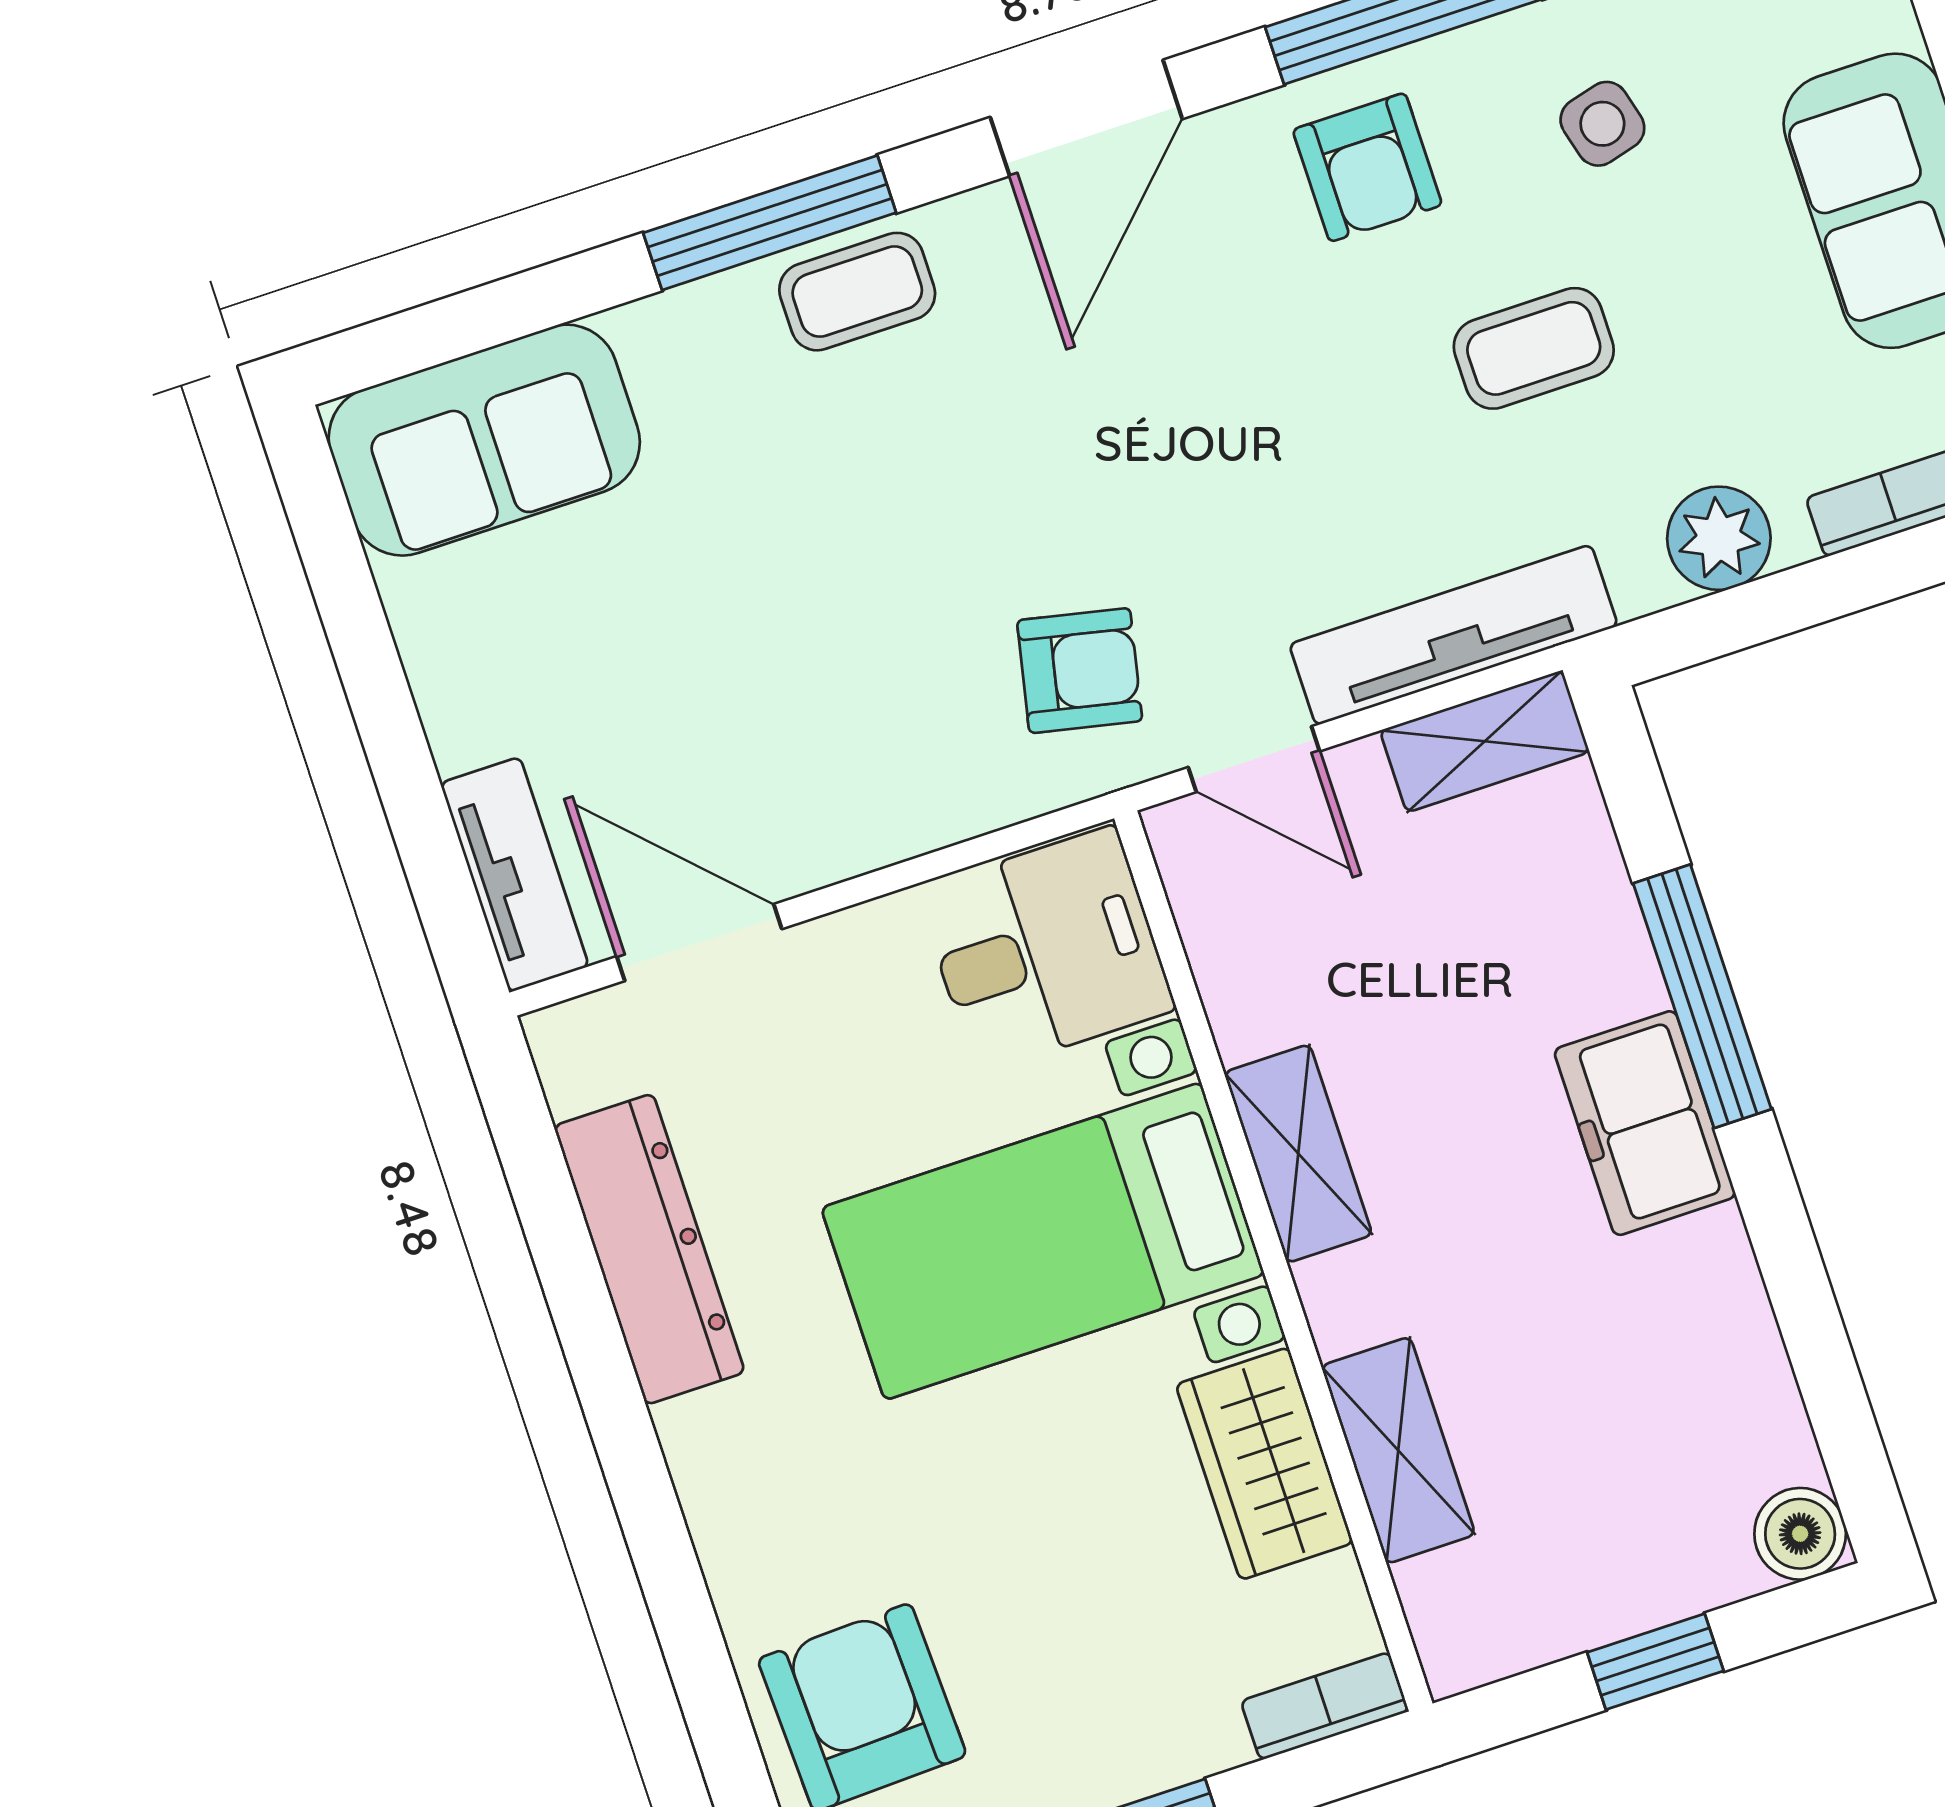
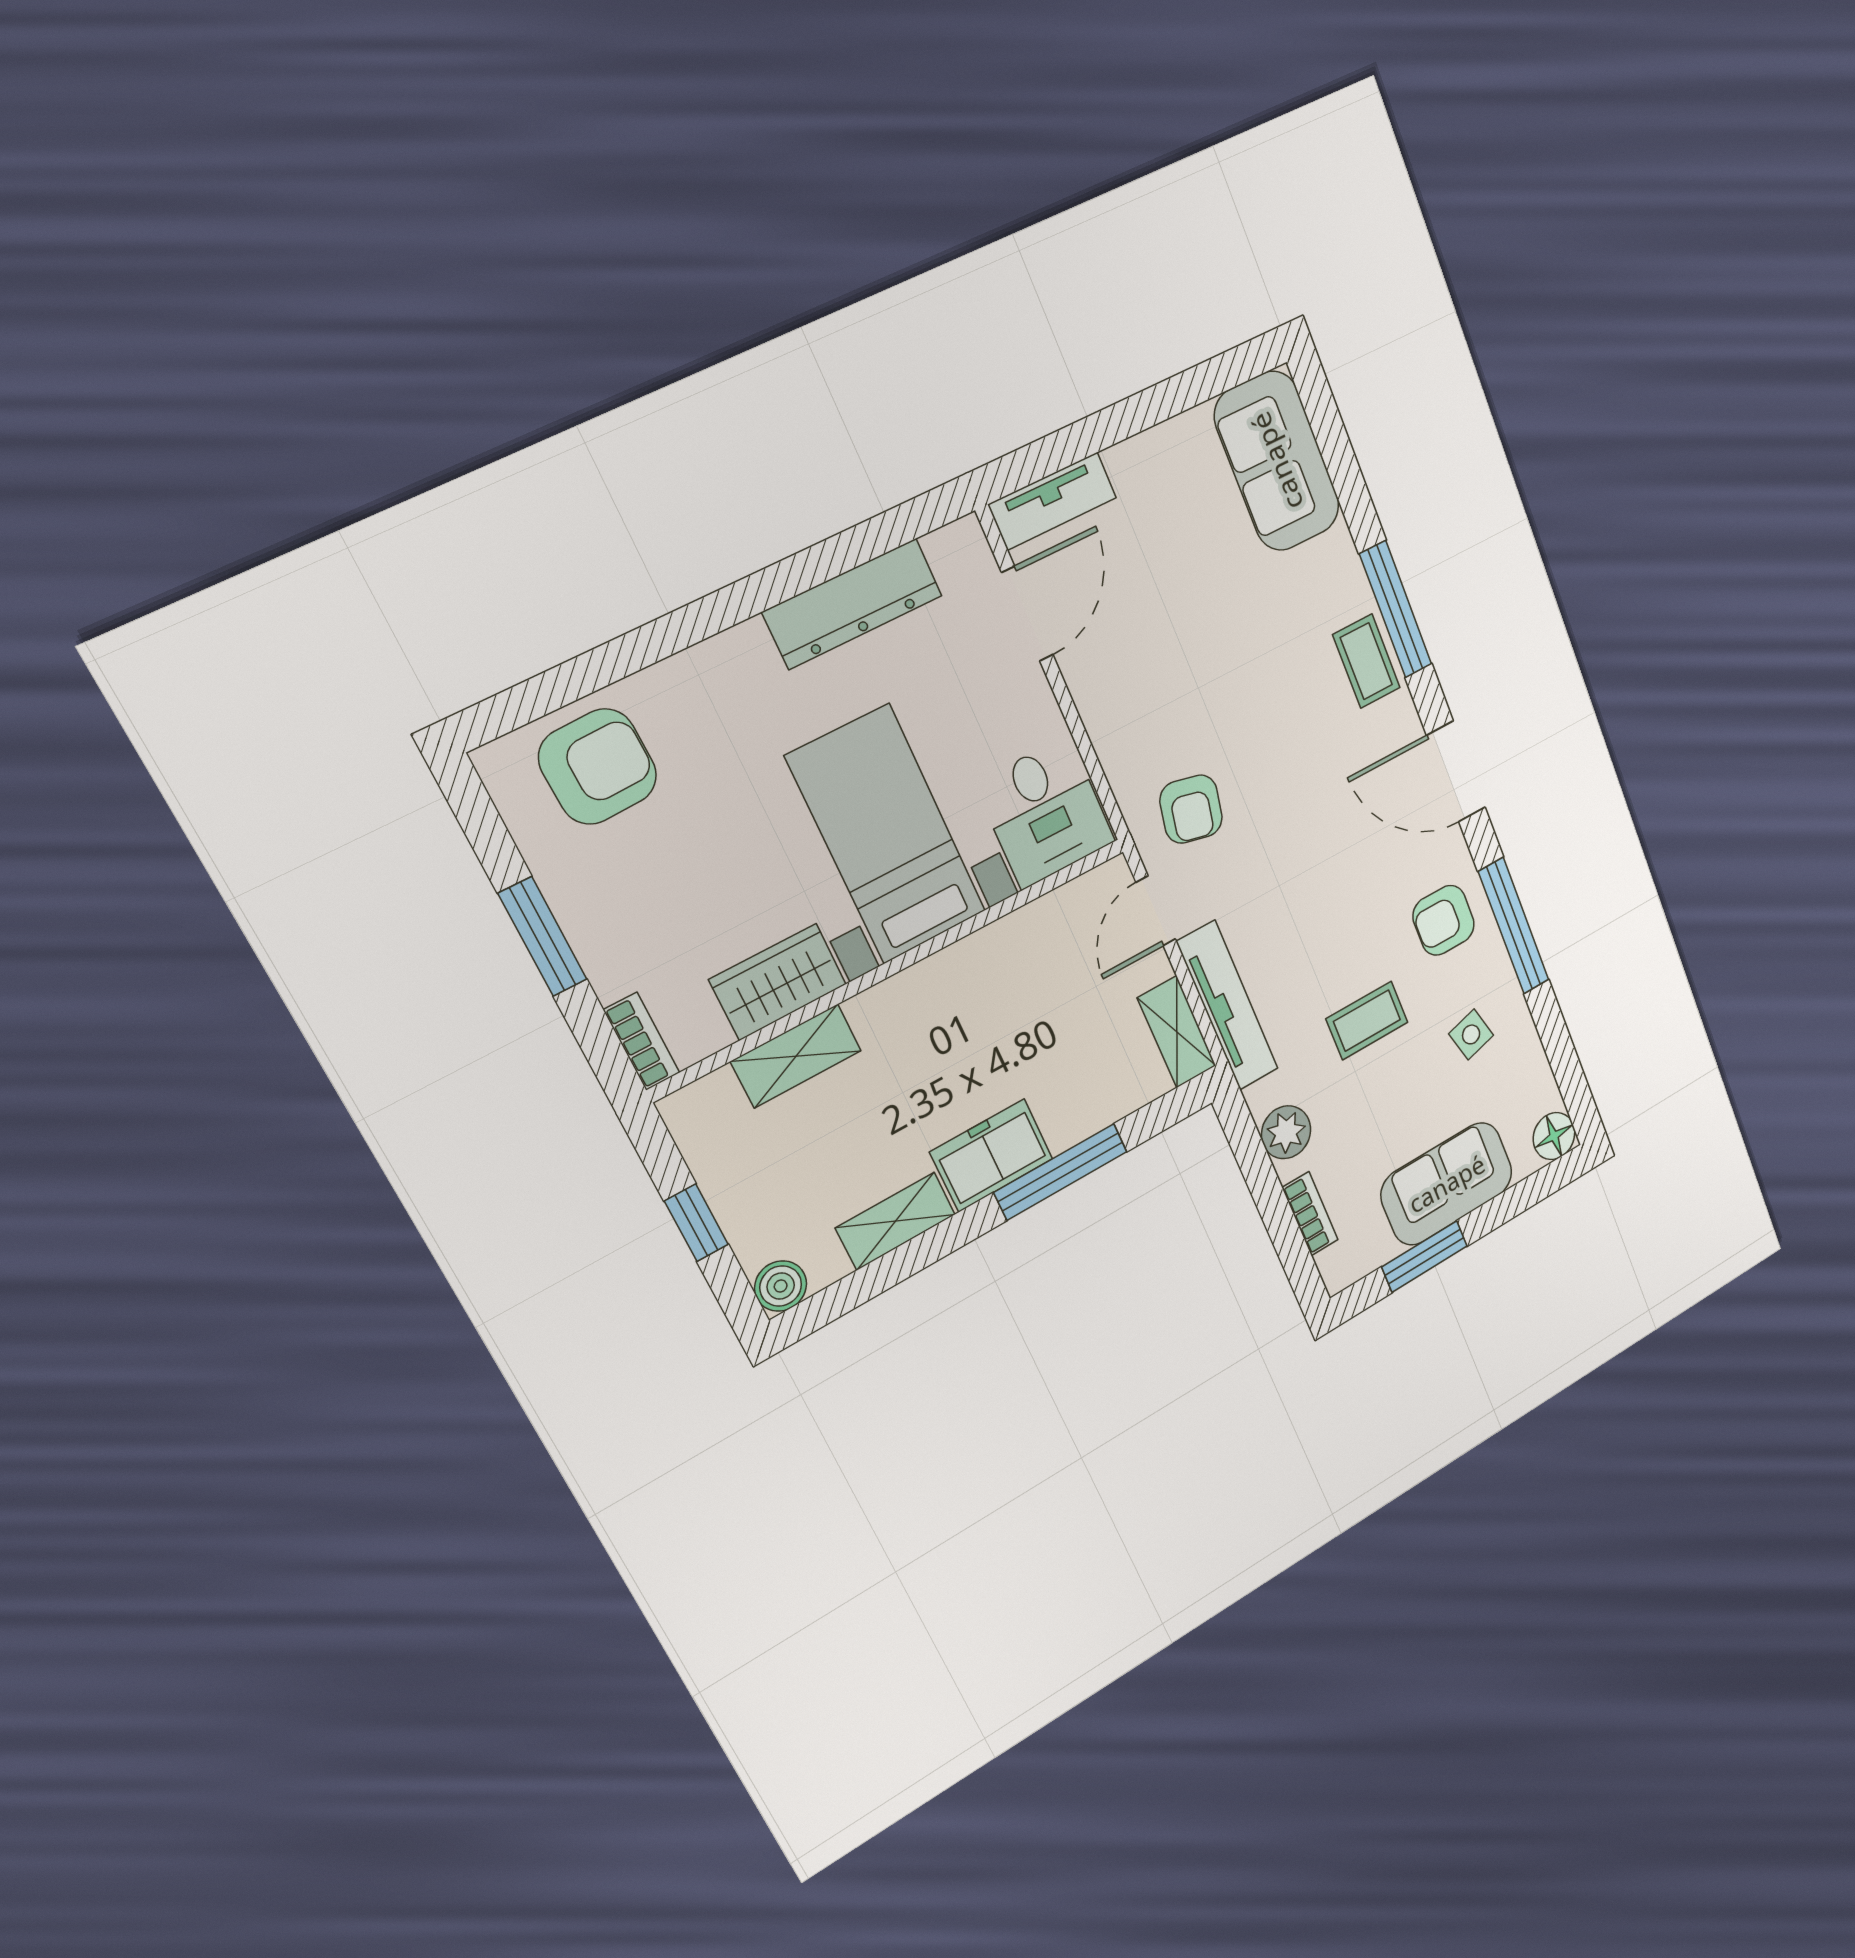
coffee table: (1534, 348) -> (1367, 1021), turned 90
shelving: (1298, 1154) -> (896, 1221), moved

